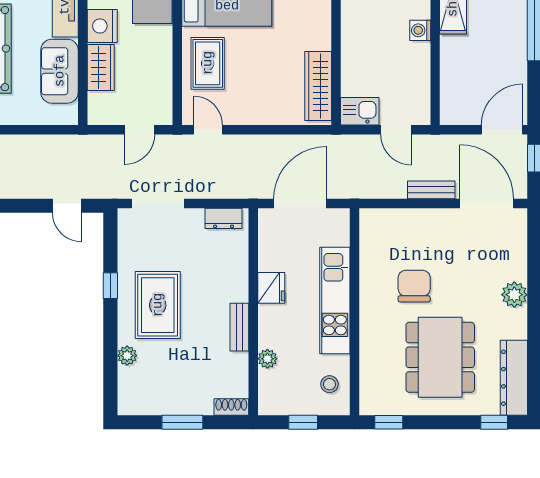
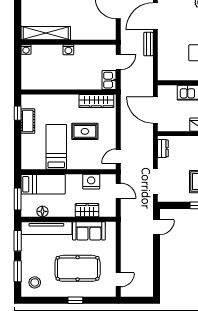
nightstand: (102, 26) -> (91, 182), moved, turned 180
rug: (208, 63) -> (85, 131), moved

